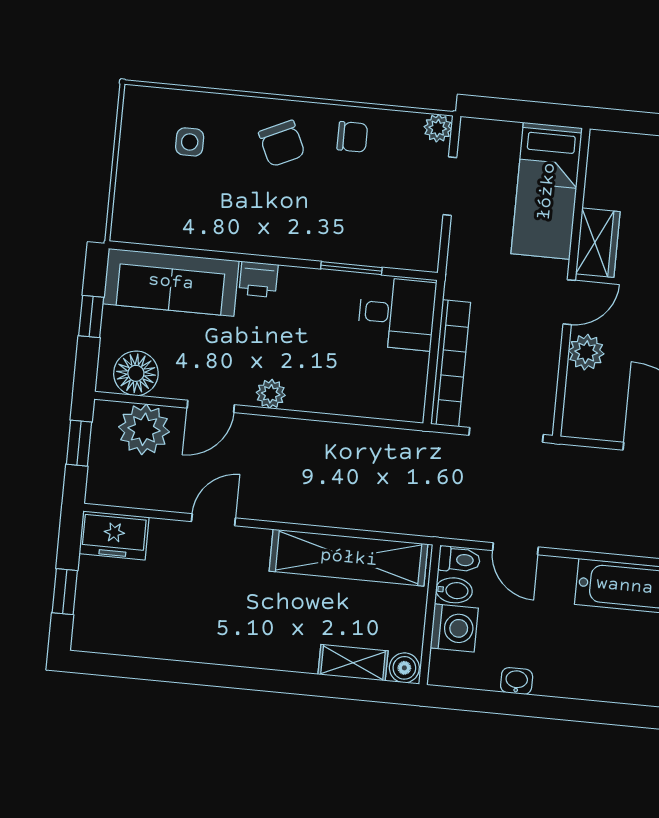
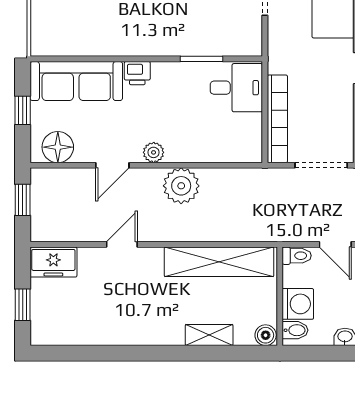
plant: (144, 429) -> (181, 186), moved
bidet: (454, 590) -> (295, 330), moved
shelving: (353, 663) -> (209, 335), moved

